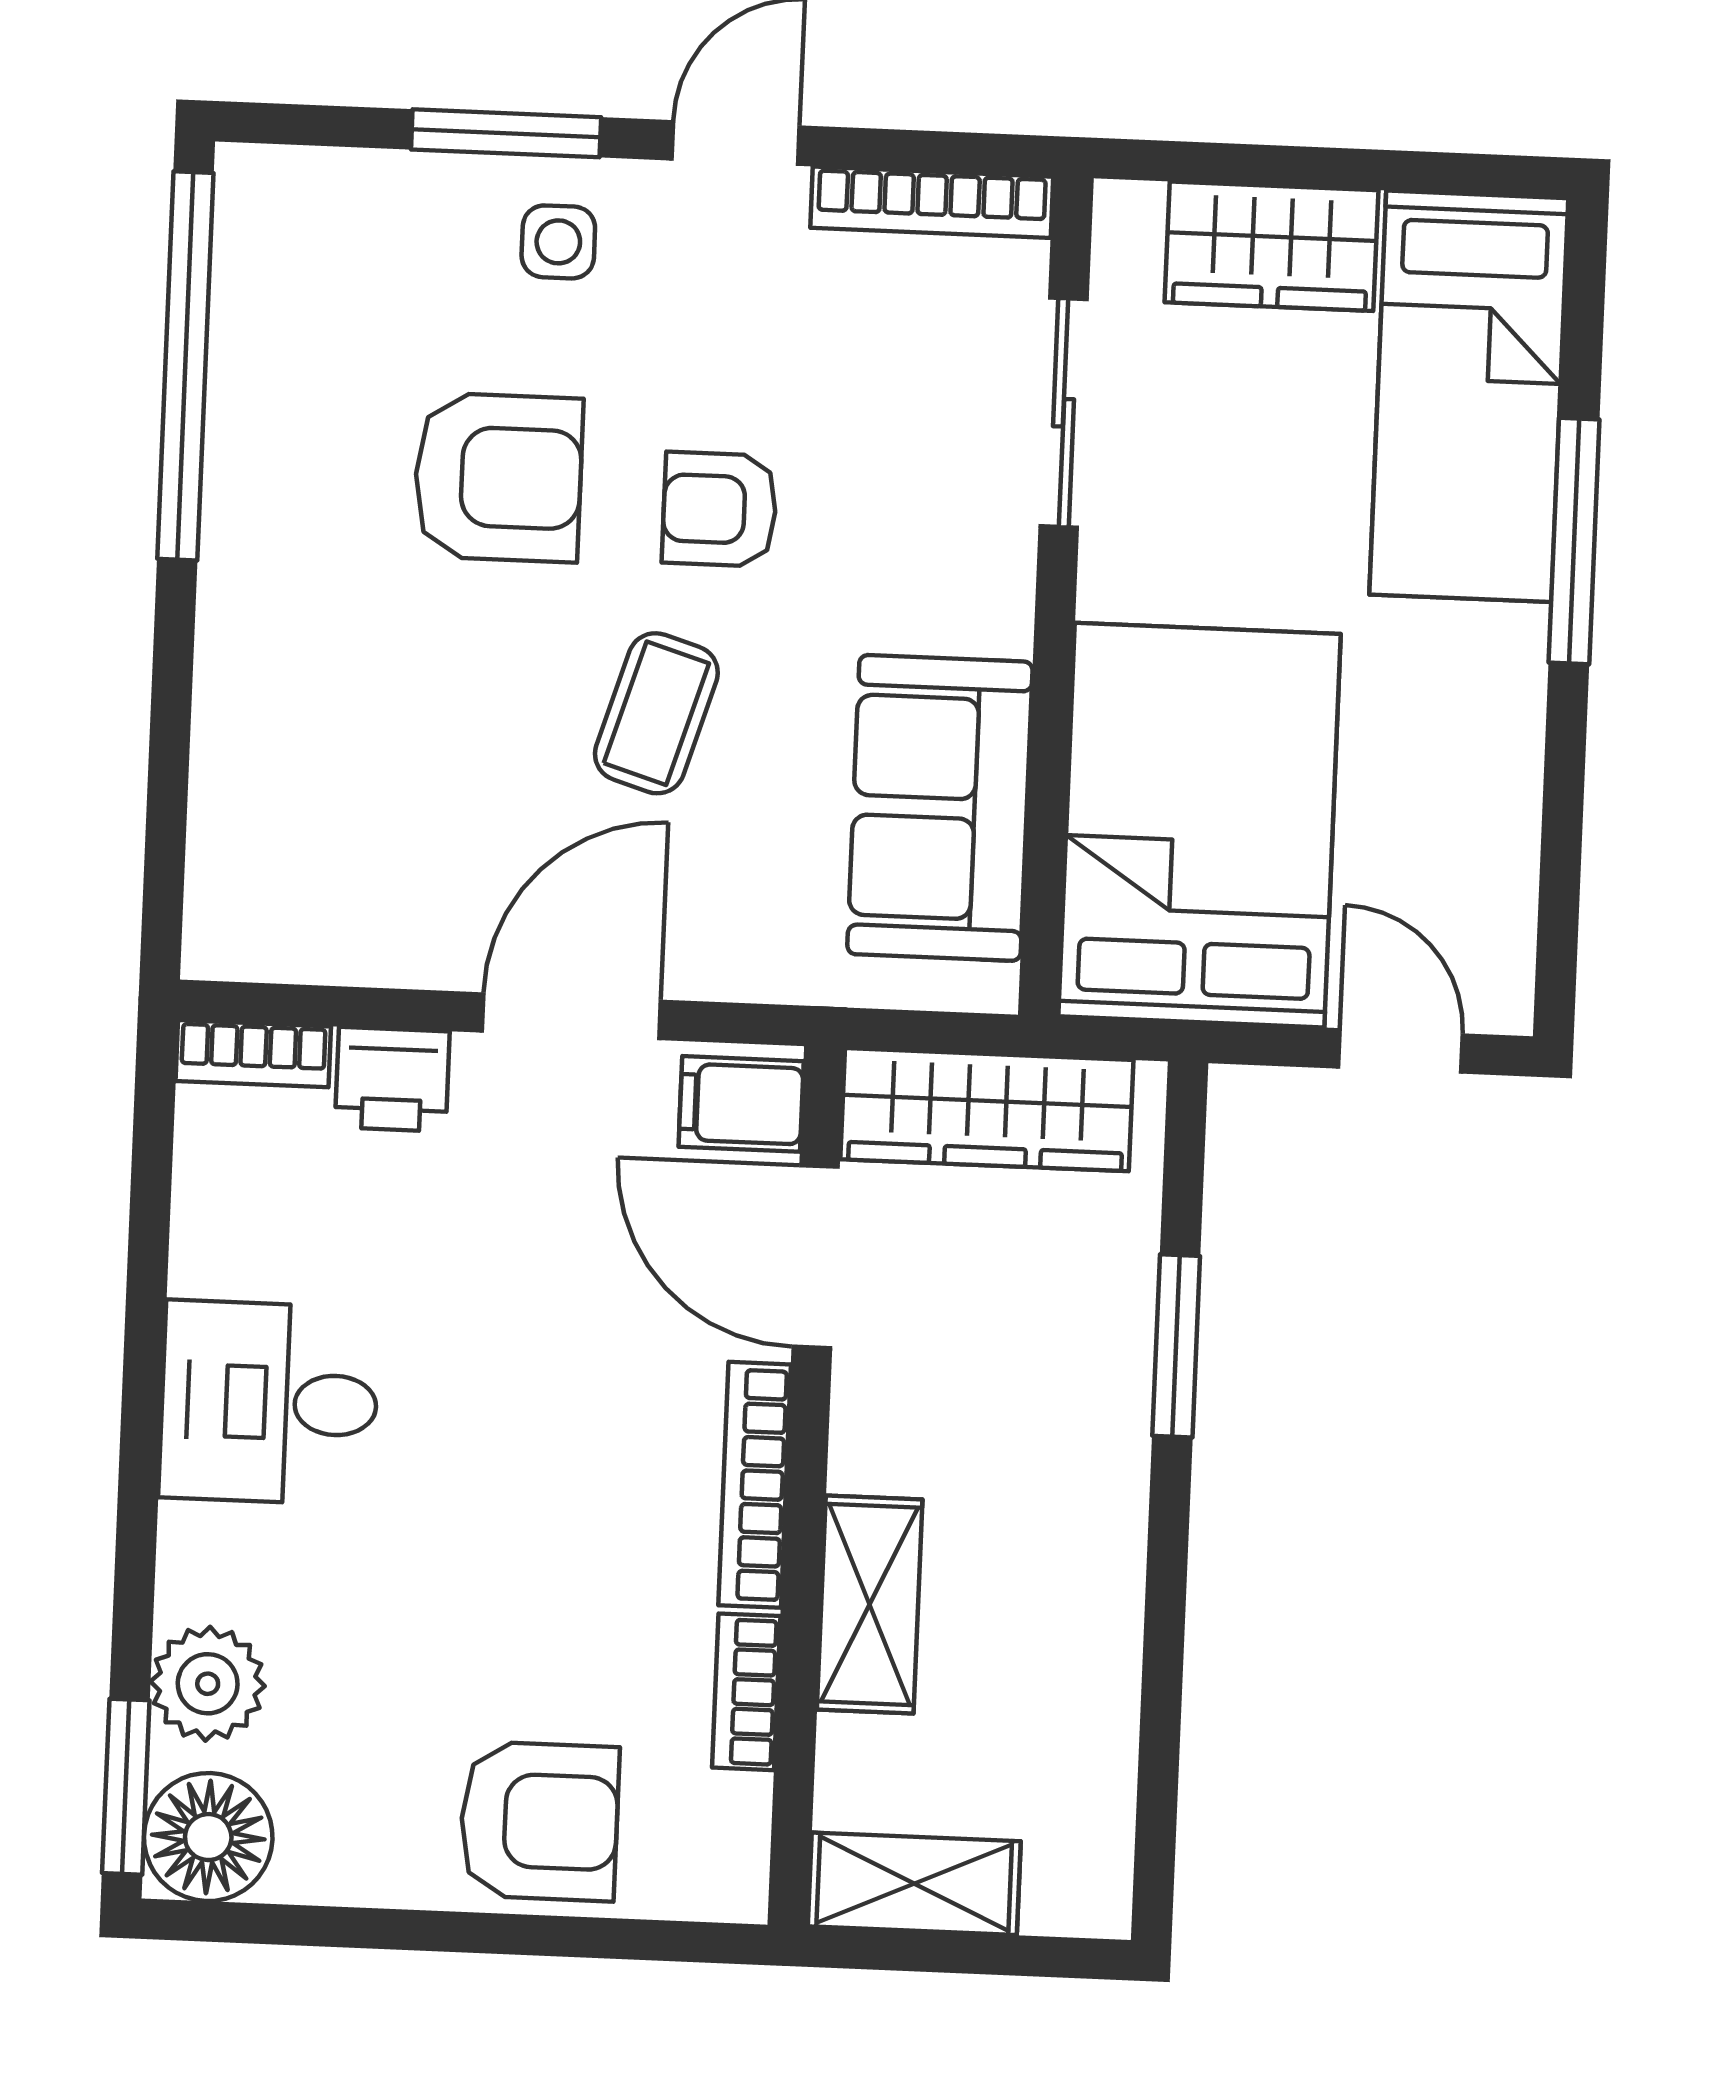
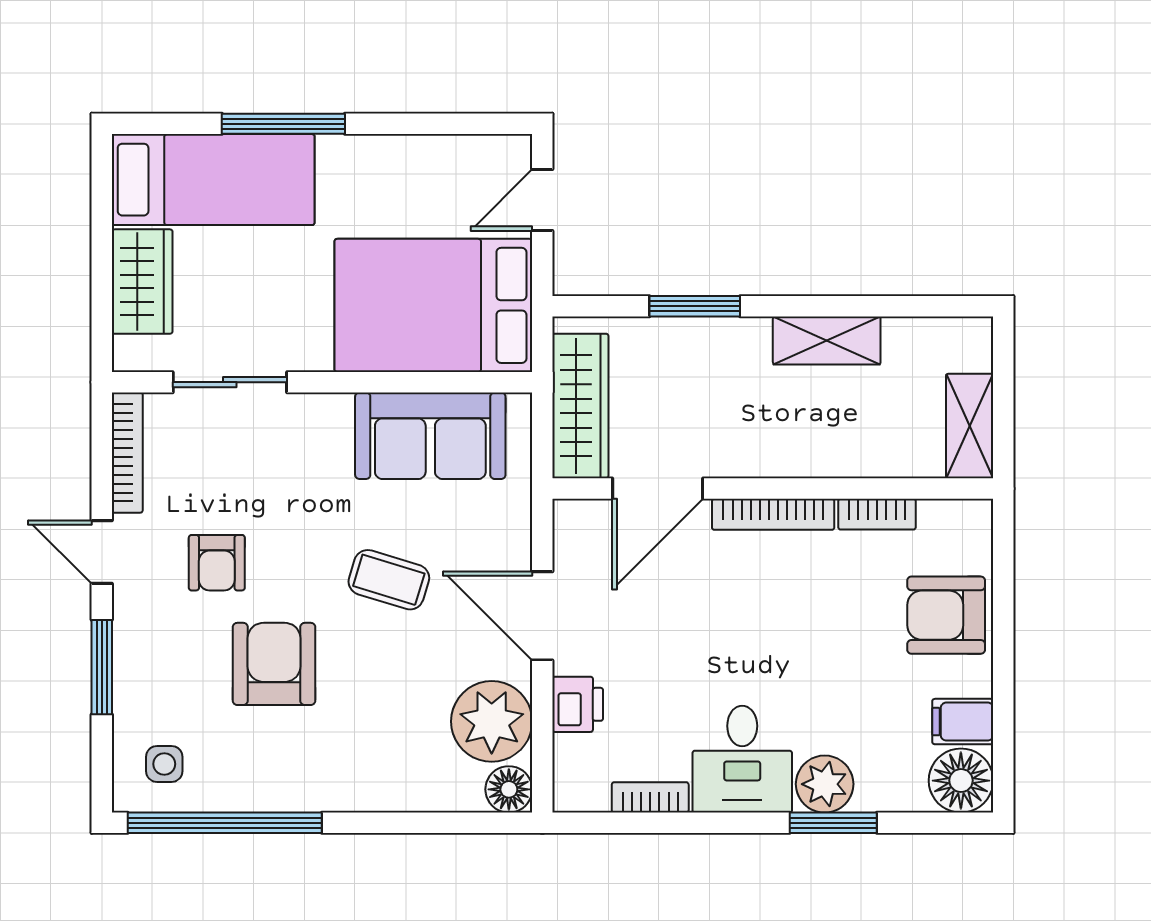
side table: (558, 242) -> (164, 764), moved
armchair: (720, 509) -> (217, 563), moved
plant: (365, 906) -> (492, 721), added
floor lamp: (228, 935) -> (509, 789), added
bookcase: (253, 1054) -> (650, 797), moved, turned -90
filing cabinet: (741, 1104) -> (963, 722), moved, turned 90
shelving: (870, 1605) -> (827, 341), moved
plant: (208, 1684) -> (825, 784), moved
window: (126, 1787) -> (833, 823), moved
armchair: (539, 1821) -> (946, 615), turned -90

